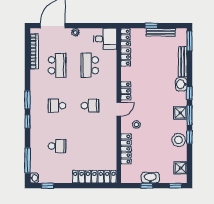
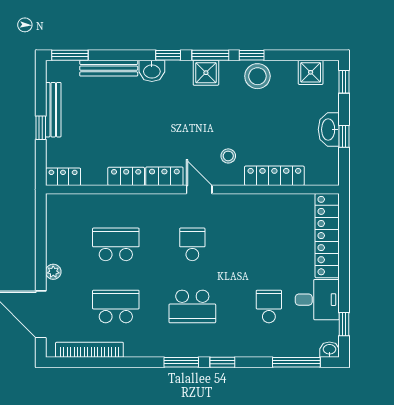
desk: (105, 39) -> (317, 300), moved, turned 90
locker: (126, 57) -> (126, 176), moved
school desk: (90, 65) -> (116, 244), turned 180
school desk: (57, 106) -> (192, 306), width x1.85

